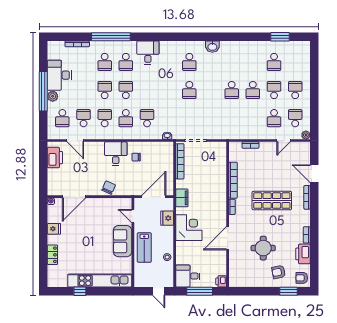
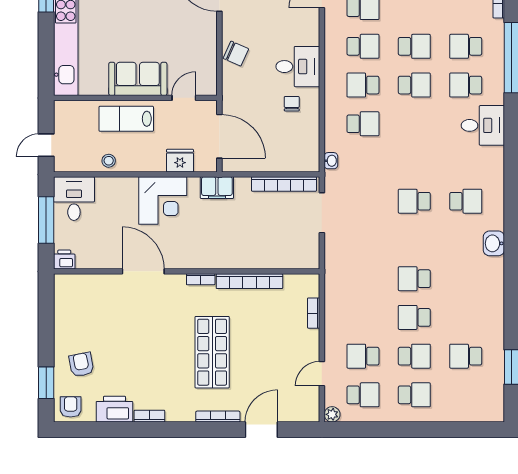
school desk: (189, 62) -> (466, 201), turned 180
door: (284, 141) -> (322, 374), hinge flipped
round table: (263, 248) -> (125, 336), removed

